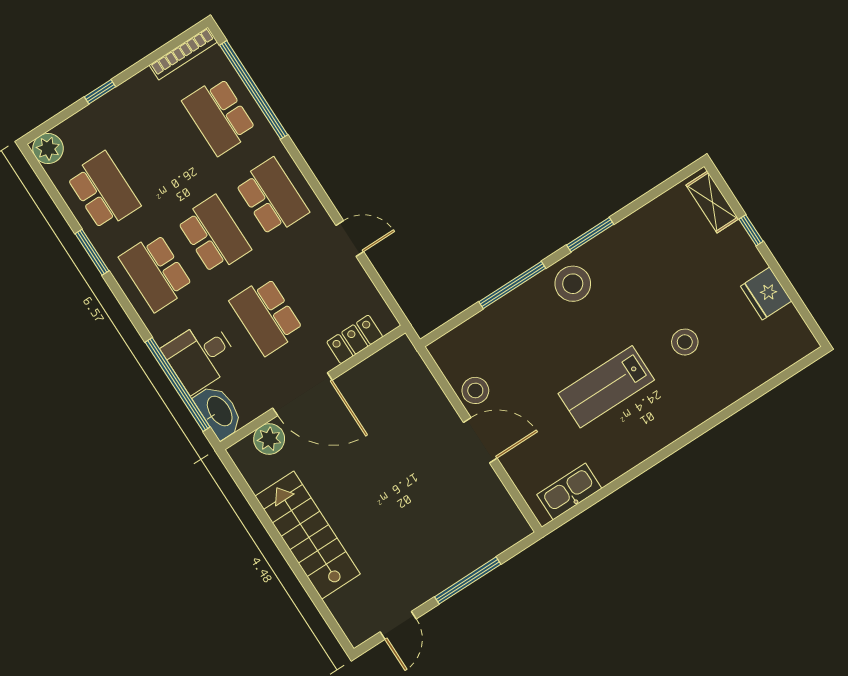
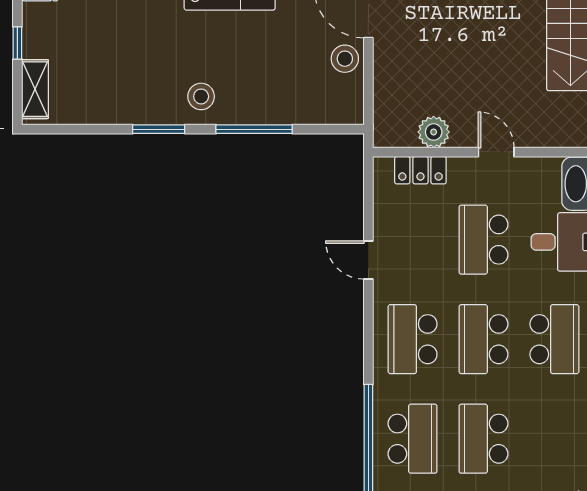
school desk: (103, 191) -> (483, 439), moved
stool: (573, 284) -> (201, 96), width x0.73, depth x0.73
school desk: (267, 316) -> (483, 240), turned 180
door: (302, 394) -> (496, 152), width x0.53
plant: (269, 439) -> (434, 132), moved

